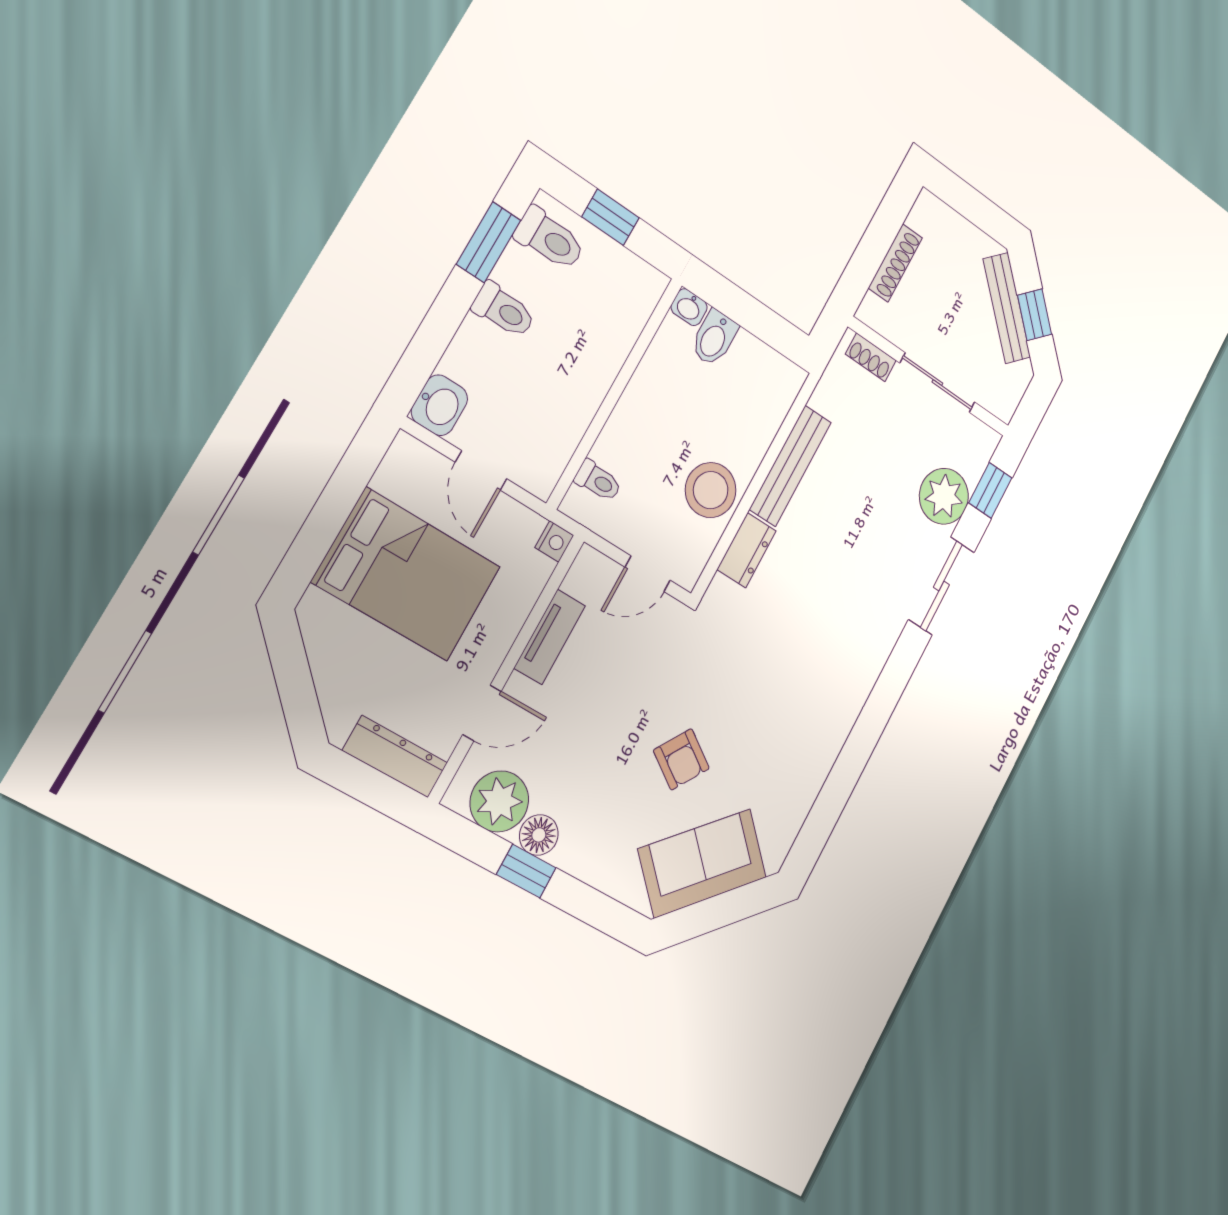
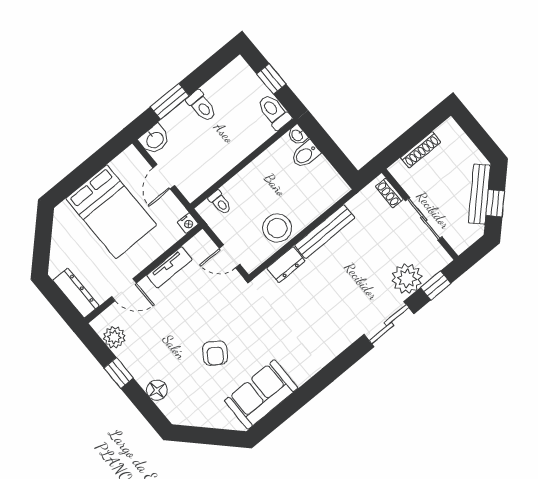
toilet: (550, 239) -> (274, 112), moved, turned 180
window: (489, 242) -> (170, 101), moved
plant: (499, 801) -> (114, 337), width x0.73, depth x0.73
floor lamp: (539, 835) -> (157, 390), moved
sofa: (703, 863) -> (261, 394), moved, turned -45

